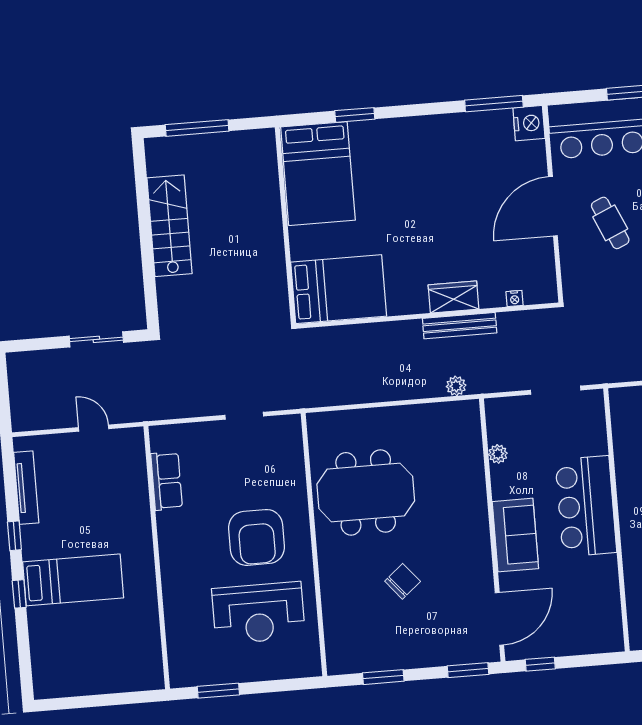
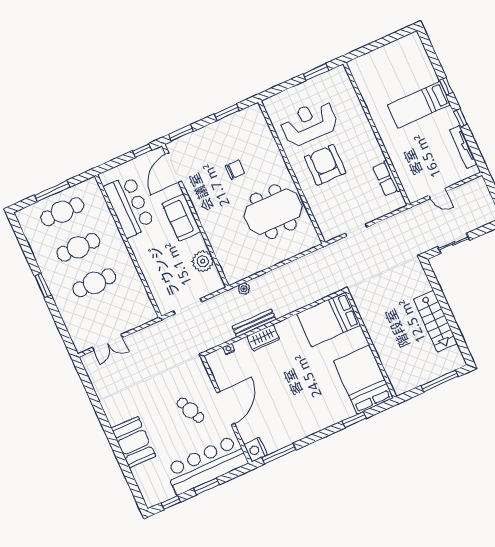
plant: (498, 454) -> (203, 261), width x1.88, depth x1.88
bar counter: (586, 506) -> (129, 206), moved
chair: (403, 581) -> (235, 169), turned -140

